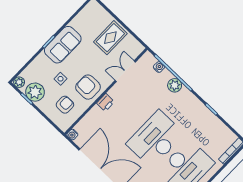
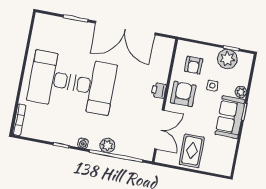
water cooler: (159, 67) -> (83, 143), moved
double door: (125, 71) -> (159, 130), width x1.37
plant: (19, 82) -> (241, 92), moved
armchair: (88, 87) -> (183, 94), turned -90
water cooler: (72, 135) -> (170, 43), removed

